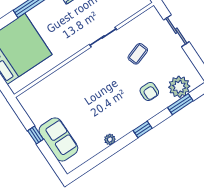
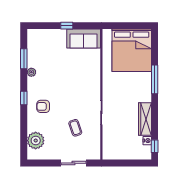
armchair: (149, 92) -> (43, 106), moved
window: (180, 104) -> (24, 59), moved
sofa: (58, 139) -> (84, 39), moved

